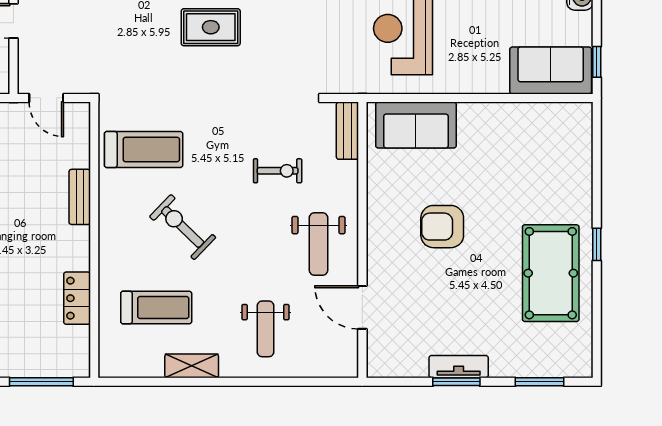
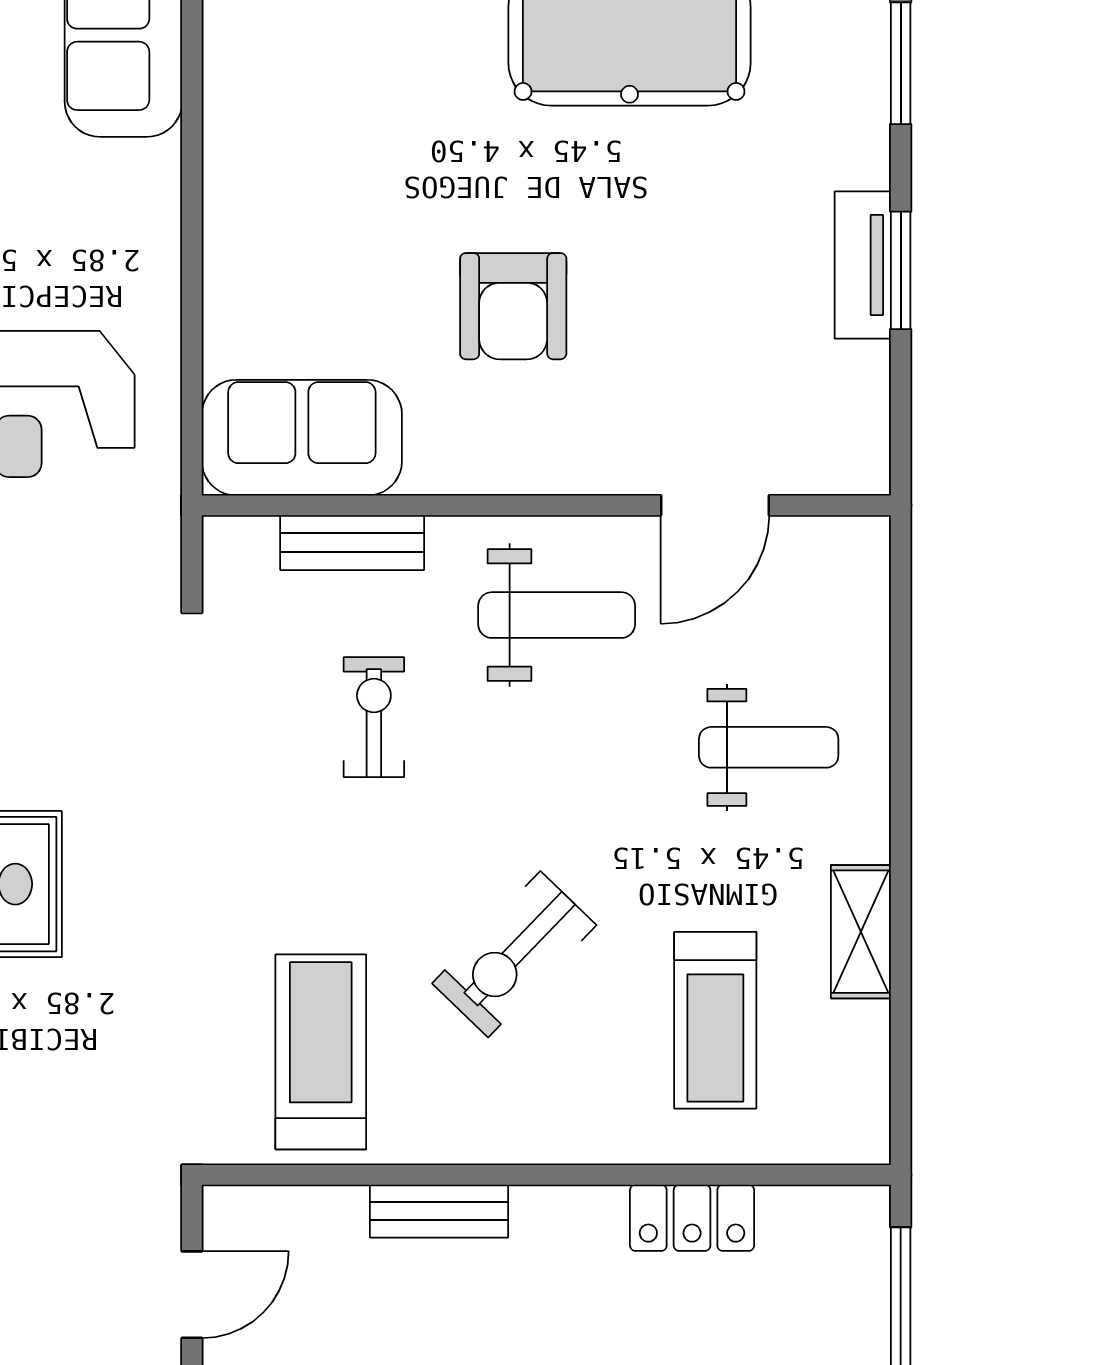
sofa: (416, 125) -> (302, 438), moved, turned -90
bench: (347, 131) -> (352, 543), moved
treadmill: (156, 308) -> (715, 1020), turned 180

